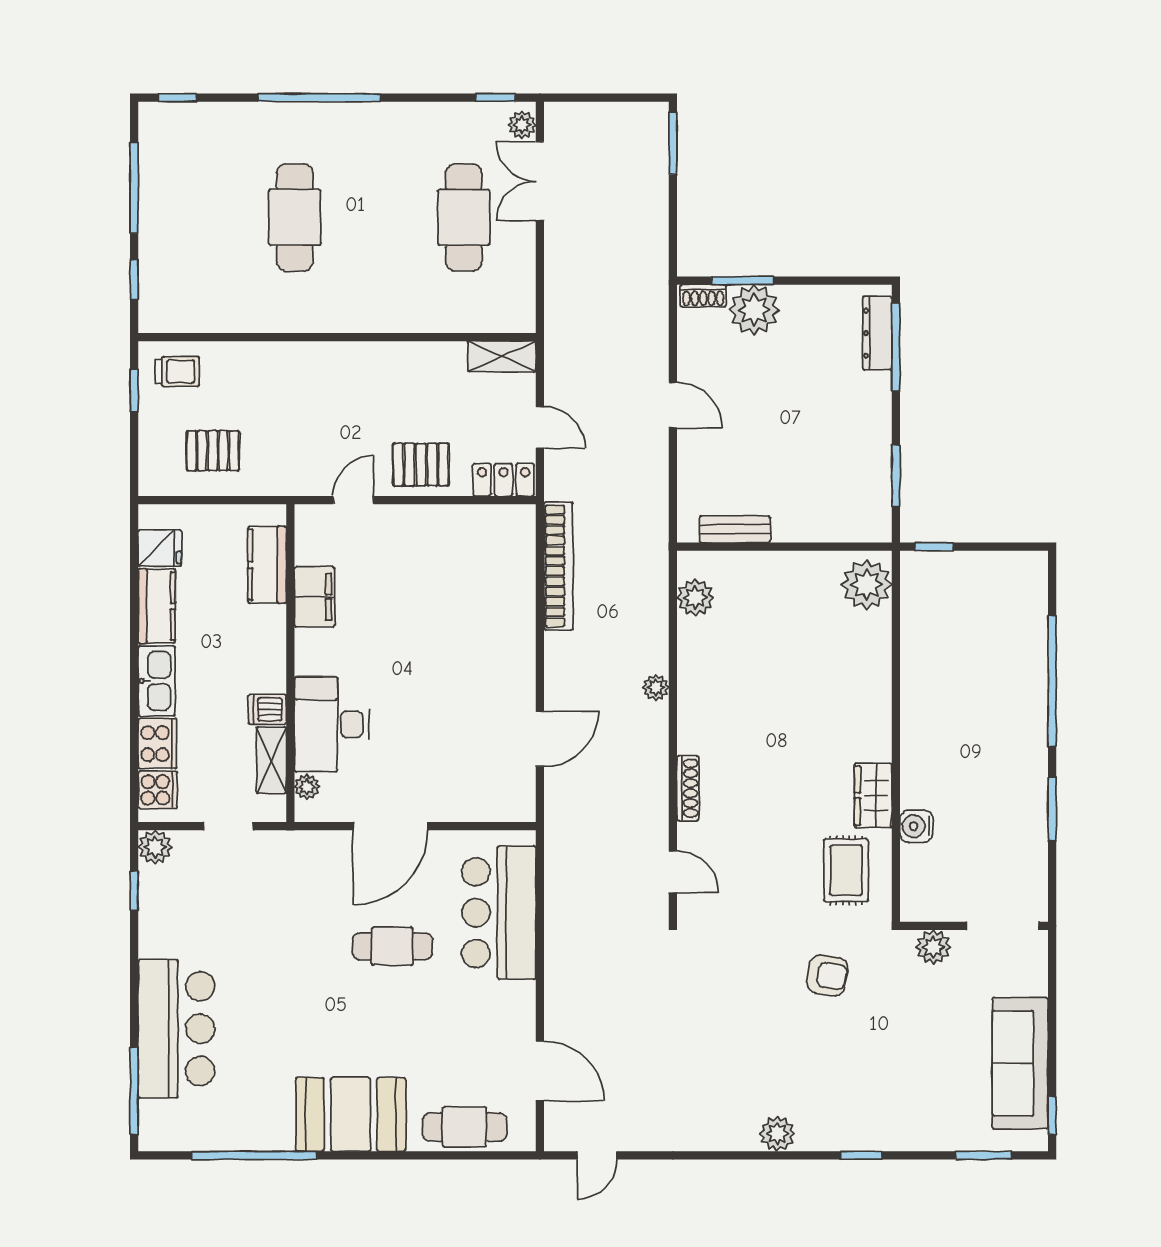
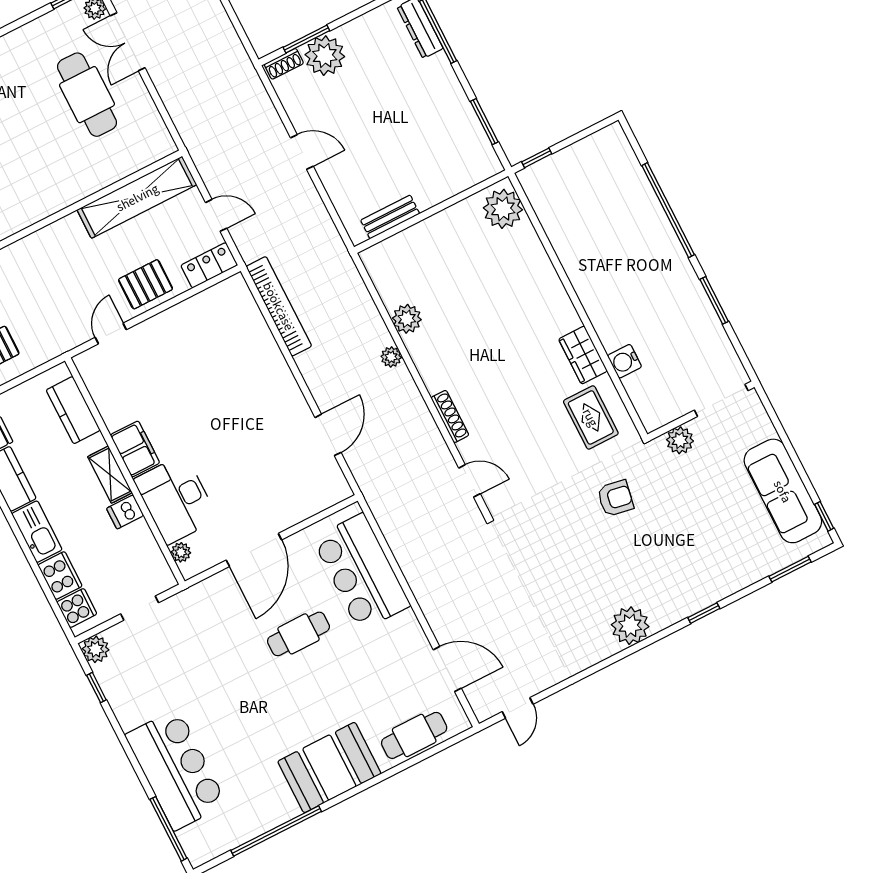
shelving: (502, 356) -> (137, 197), width x2.20, depth x1.33
filing cabinet: (315, 597) -> (135, 449), moved
plant: (695, 598) -> (407, 319), moved
shelving: (271, 760) -> (110, 475), moved
plant: (777, 1134) -> (630, 626), width x1.36, depth x1.36

